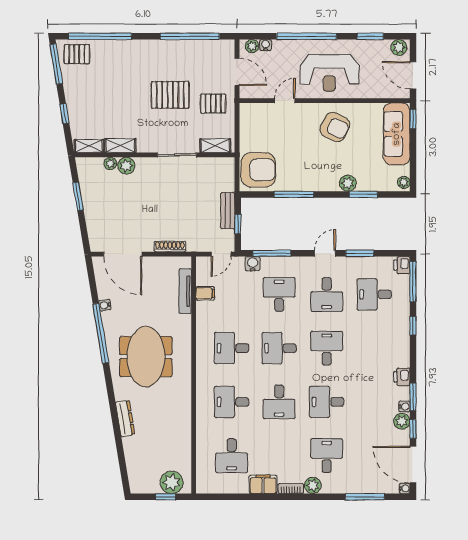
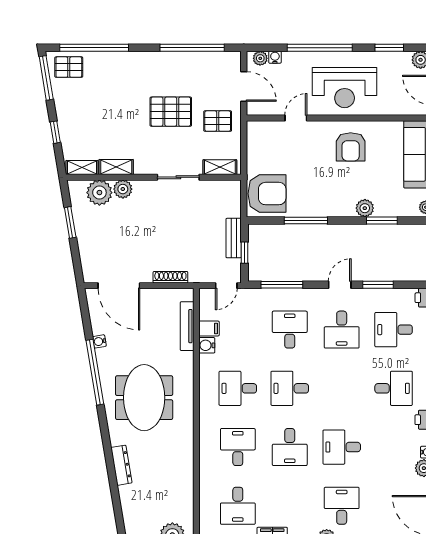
armchair: (335, 127) -> (351, 147), turned 64
plant: (110, 163) -> (99, 193), width x1.88, depth x1.88
water cooler: (253, 264) -> (207, 345), moved, turned -90
desk: (327, 348) -> (394, 388), moved, turned 90
desk: (232, 402) -> (238, 447), turned 90

